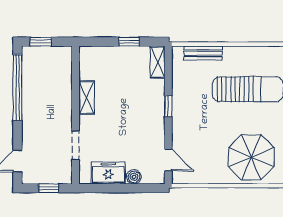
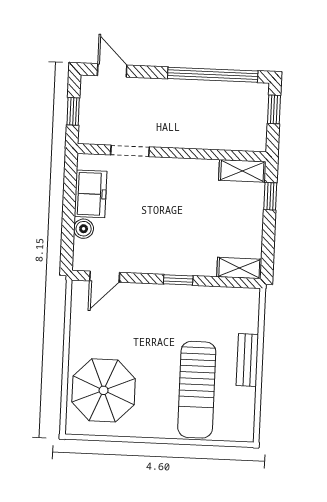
window: (129, 42) -> (270, 196), moved
bench: (203, 53) -> (247, 360), moved
shelving: (87, 98) -> (242, 171), moved

